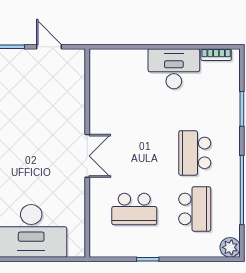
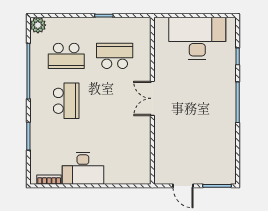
school desk: (195, 209) -> (66, 56), turned -90

